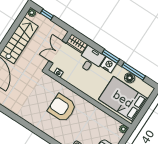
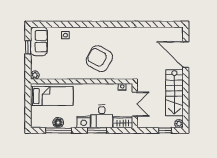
window: (111, 56) -> (97, 130), moved
bed: (123, 99) -> (52, 96), width x0.67
armchair: (62, 108) -> (99, 59), turned -151

